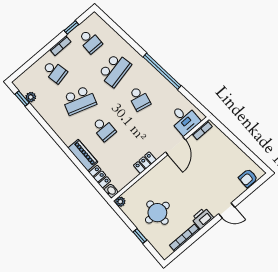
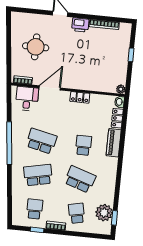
plant: (31, 97) -> (104, 213), width x1.88, depth x1.88
school desk: (139, 99) -> (41, 141), width x1.85
armchair: (248, 178) -> (26, 20), removed
round table: (157, 213) -> (36, 47), moved

